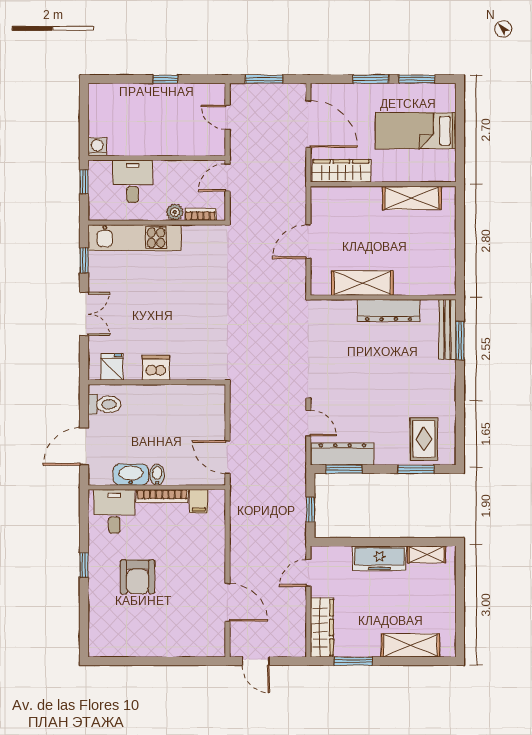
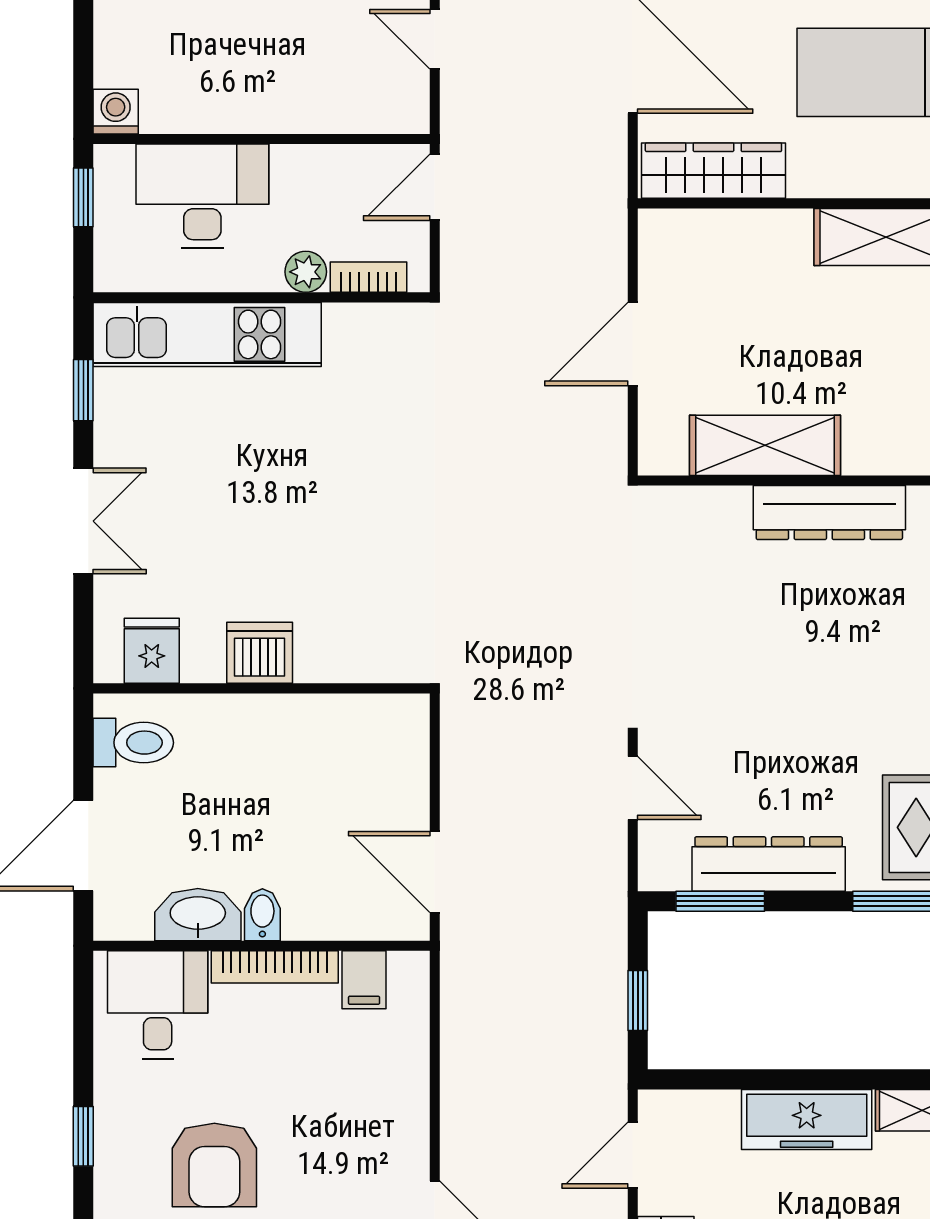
desk: (133, 181) -> (202, 196), width x1.37
dresser: (342, 454) -> (769, 864), moved

